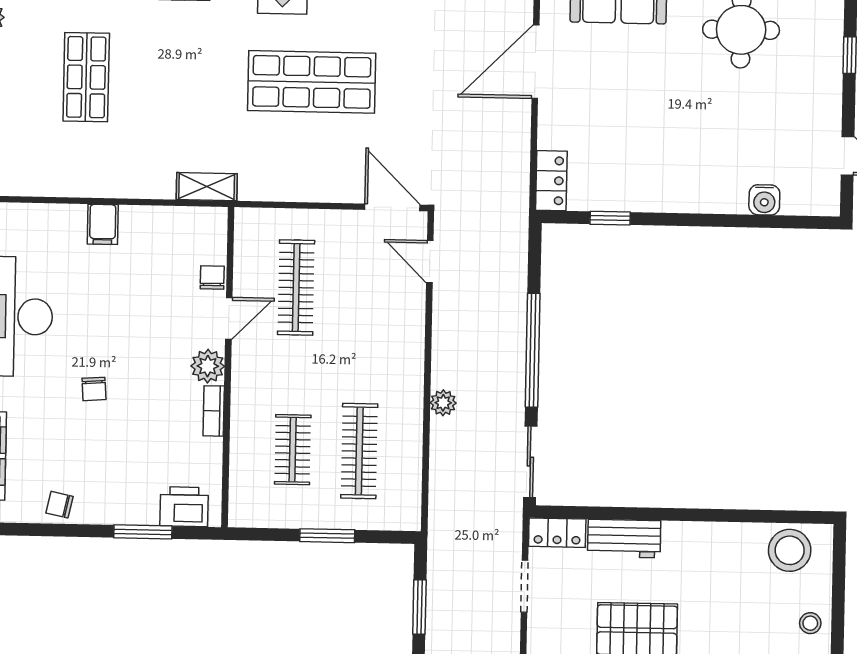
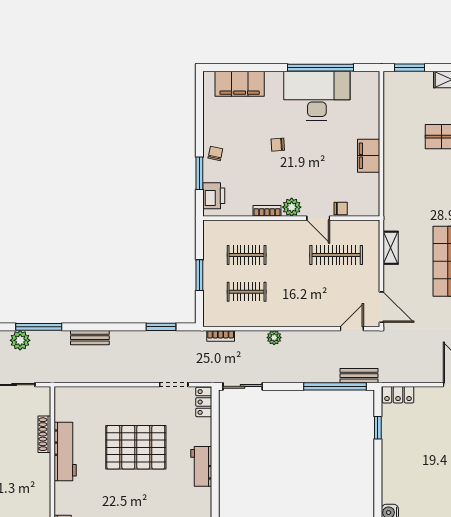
shelving: (207, 187) -> (391, 248), moved
door: (392, 207) -> (381, 307), hinge flipped
filing cabinet: (103, 224) -> (369, 156), width x2.00
bench: (515, 250) -> (359, 376), added
window: (533, 350) -> (335, 386), moved
clothes rail: (359, 451) -> (247, 292), width x0.73
bookcase: (438, 500) -> (221, 336), added
chair: (59, 505) -> (215, 153), moved
workbench: (624, 538) -> (201, 466), moved

